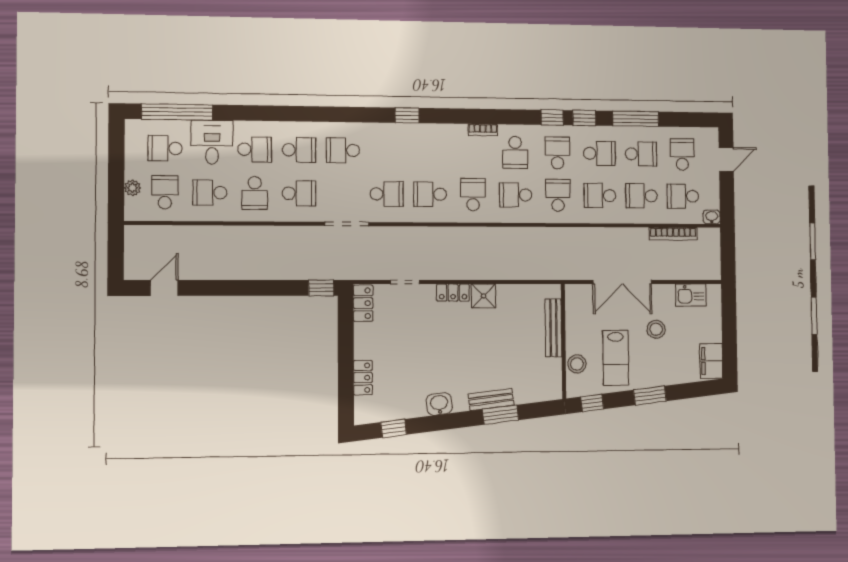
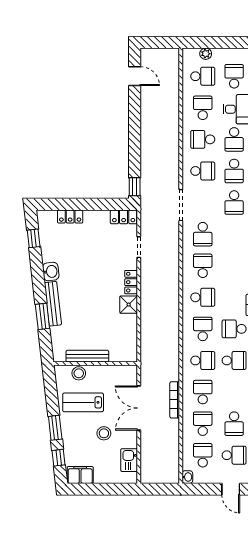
school desk: (343, 150) -> (234, 203), turned 180
school desk: (599, 153) -> (234, 392), removed
school desk: (299, 193) -> (203, 171), turned -90
bookcase: (673, 234) -> (175, 400), moved
bench: (554, 328) -> (87, 356), moved
bench: (491, 399) -> (53, 304), width x1.36
window: (592, 403) -> (59, 458), moved

